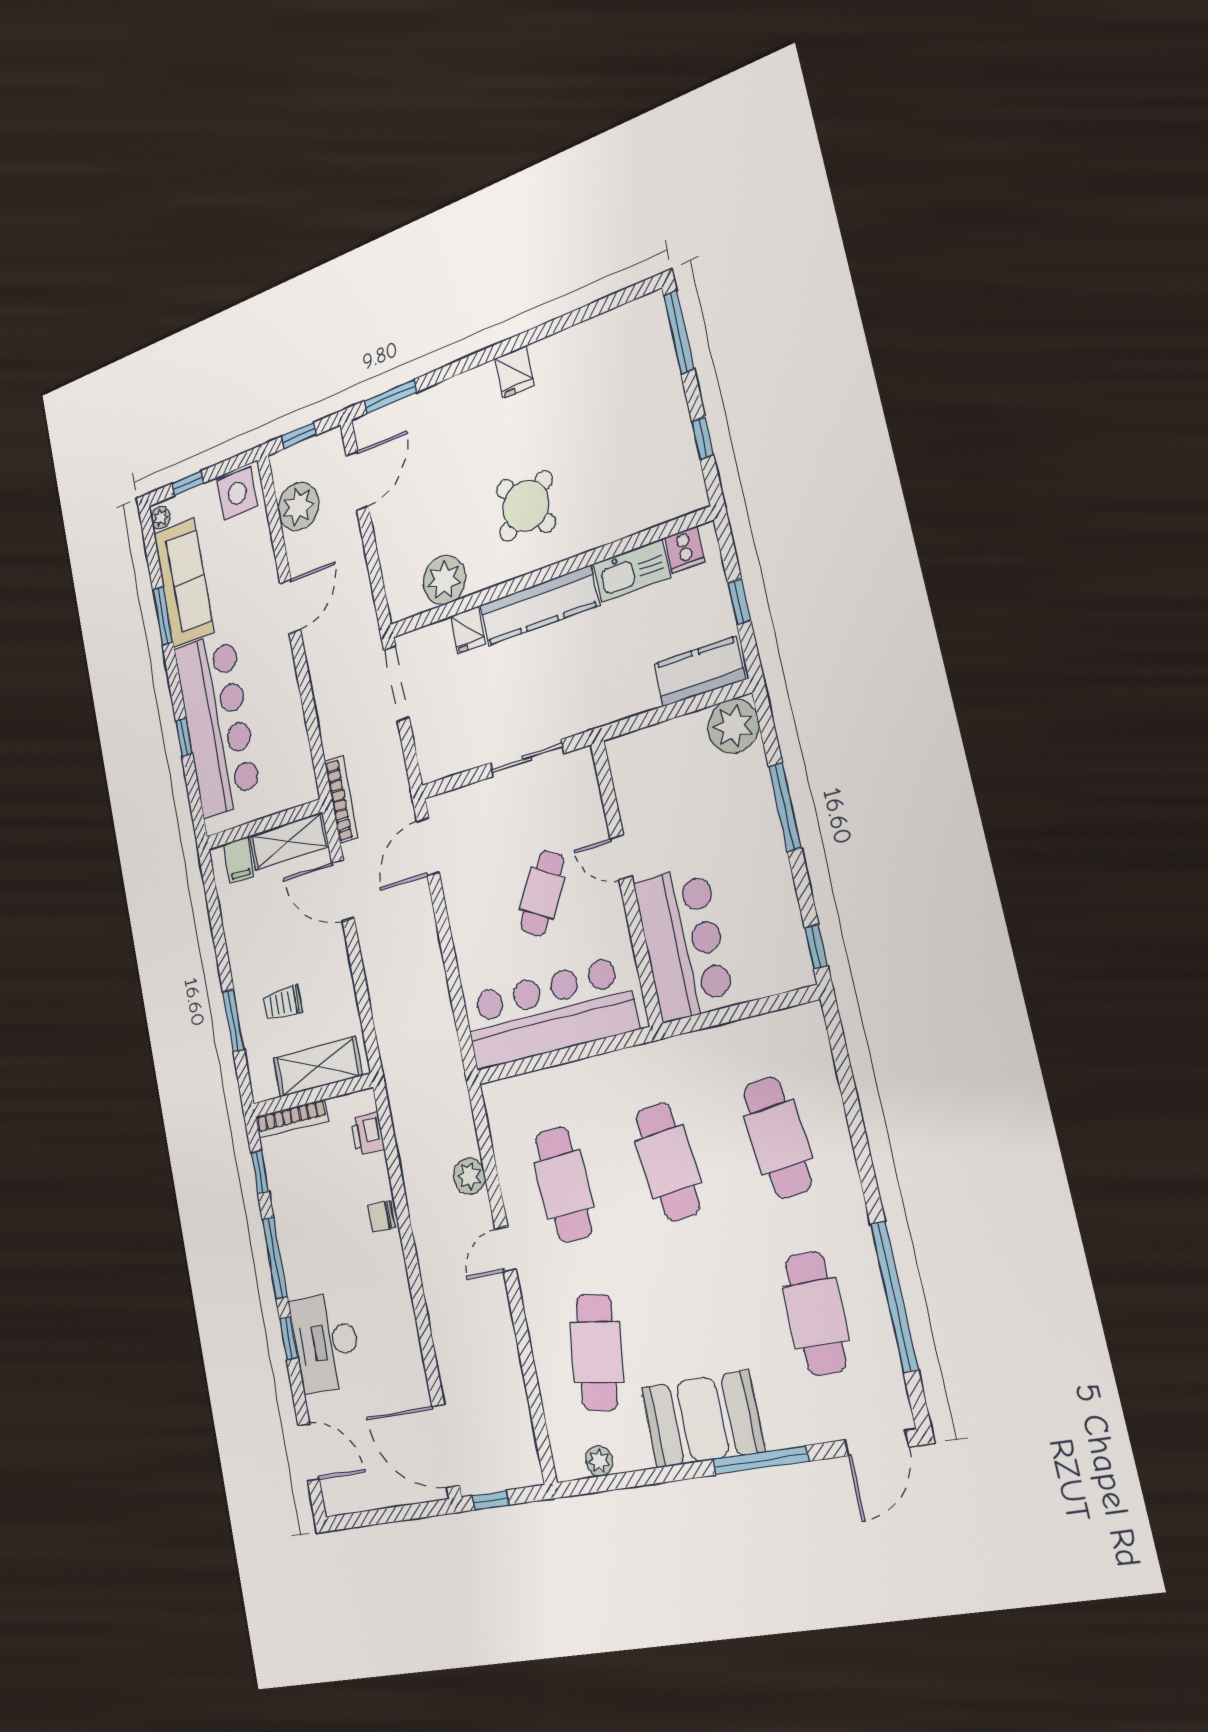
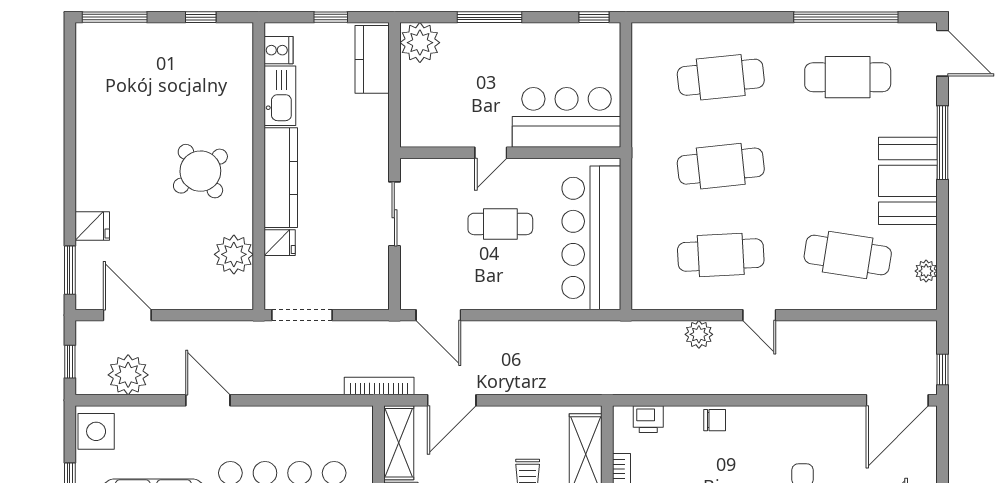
fridge: (514, 372) -> (92, 226), moved
cafe table: (542, 893) -> (500, 224), turned -30
chair: (381, 1217) -> (715, 420), turned -90

